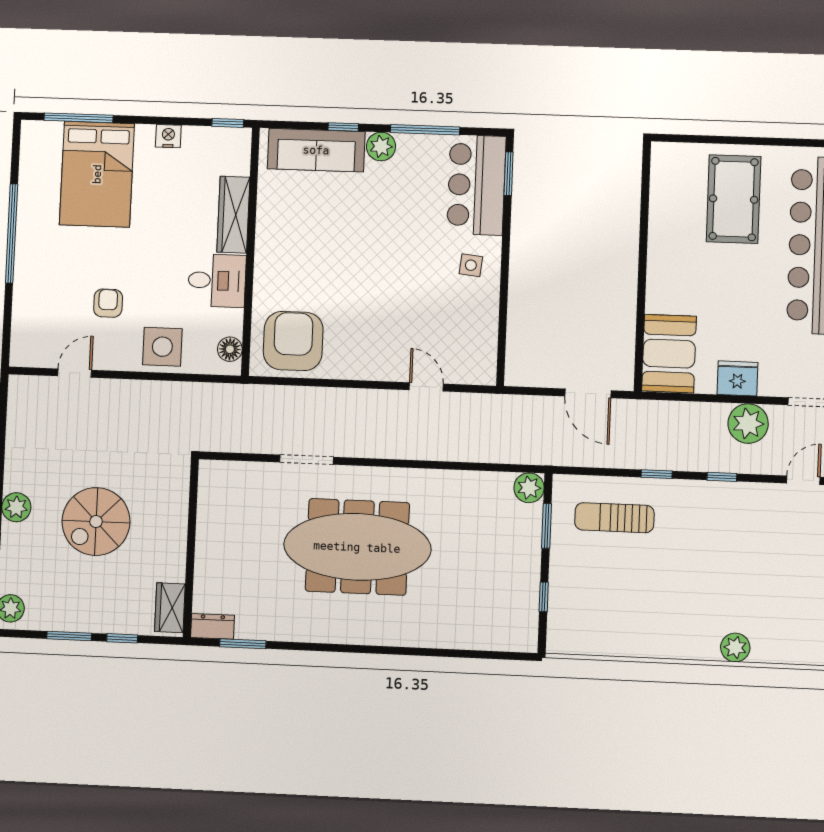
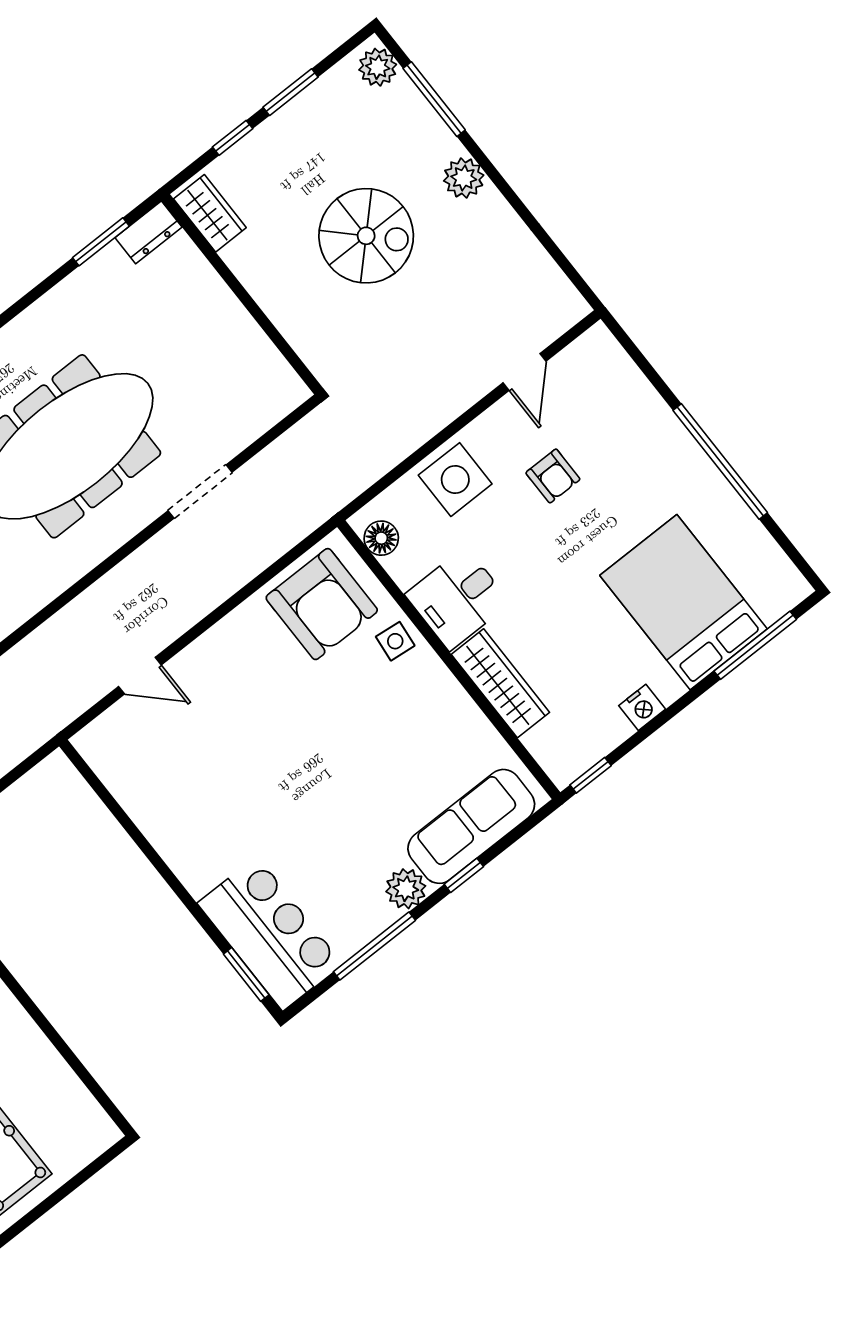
side table: (471, 265) -> (395, 641), moved
spiral stairs: (96, 522) -> (366, 236), turned 90

